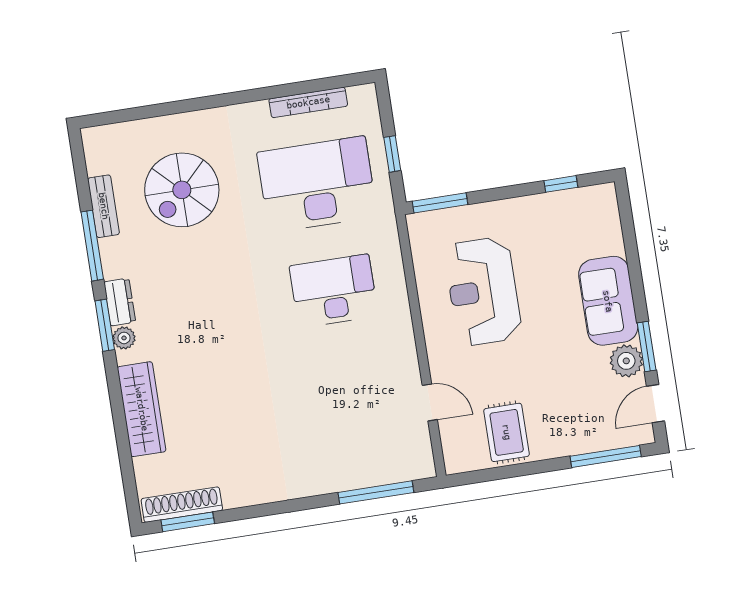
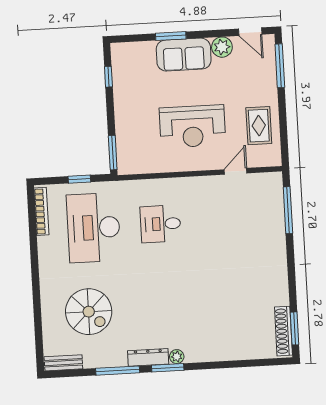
bookcase: (308, 102) -> (41, 211), moved
bench: (104, 206) -> (63, 363), moved
desk: (334, 291) -> (161, 224), width x0.73
reception desk: (483, 291) -> (192, 126), moved
dresser: (120, 302) -> (148, 357), width x1.44
window: (647, 347) -> (171, 36), moved
wardrobe: (142, 409) -> (222, 350), removed
rug: (507, 432) -> (259, 126), turned 90

